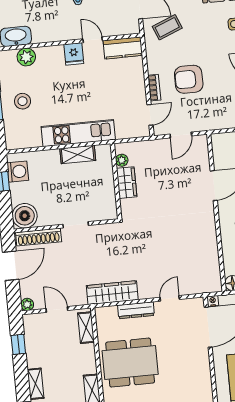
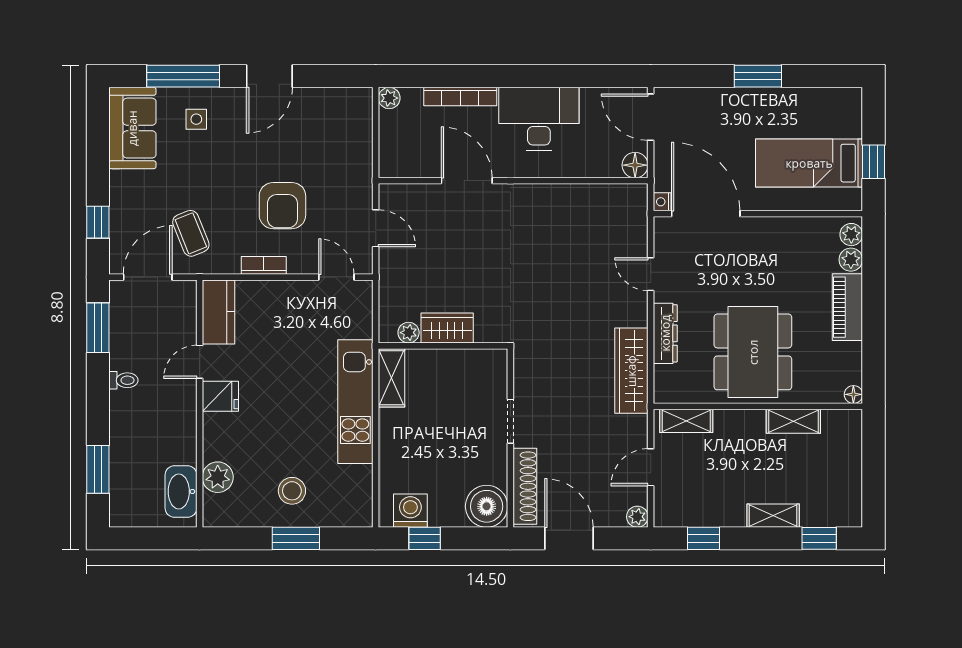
bookcase: (154, 88) -> (264, 265), moved
shelving: (78, 155) -> (392, 378), moved

